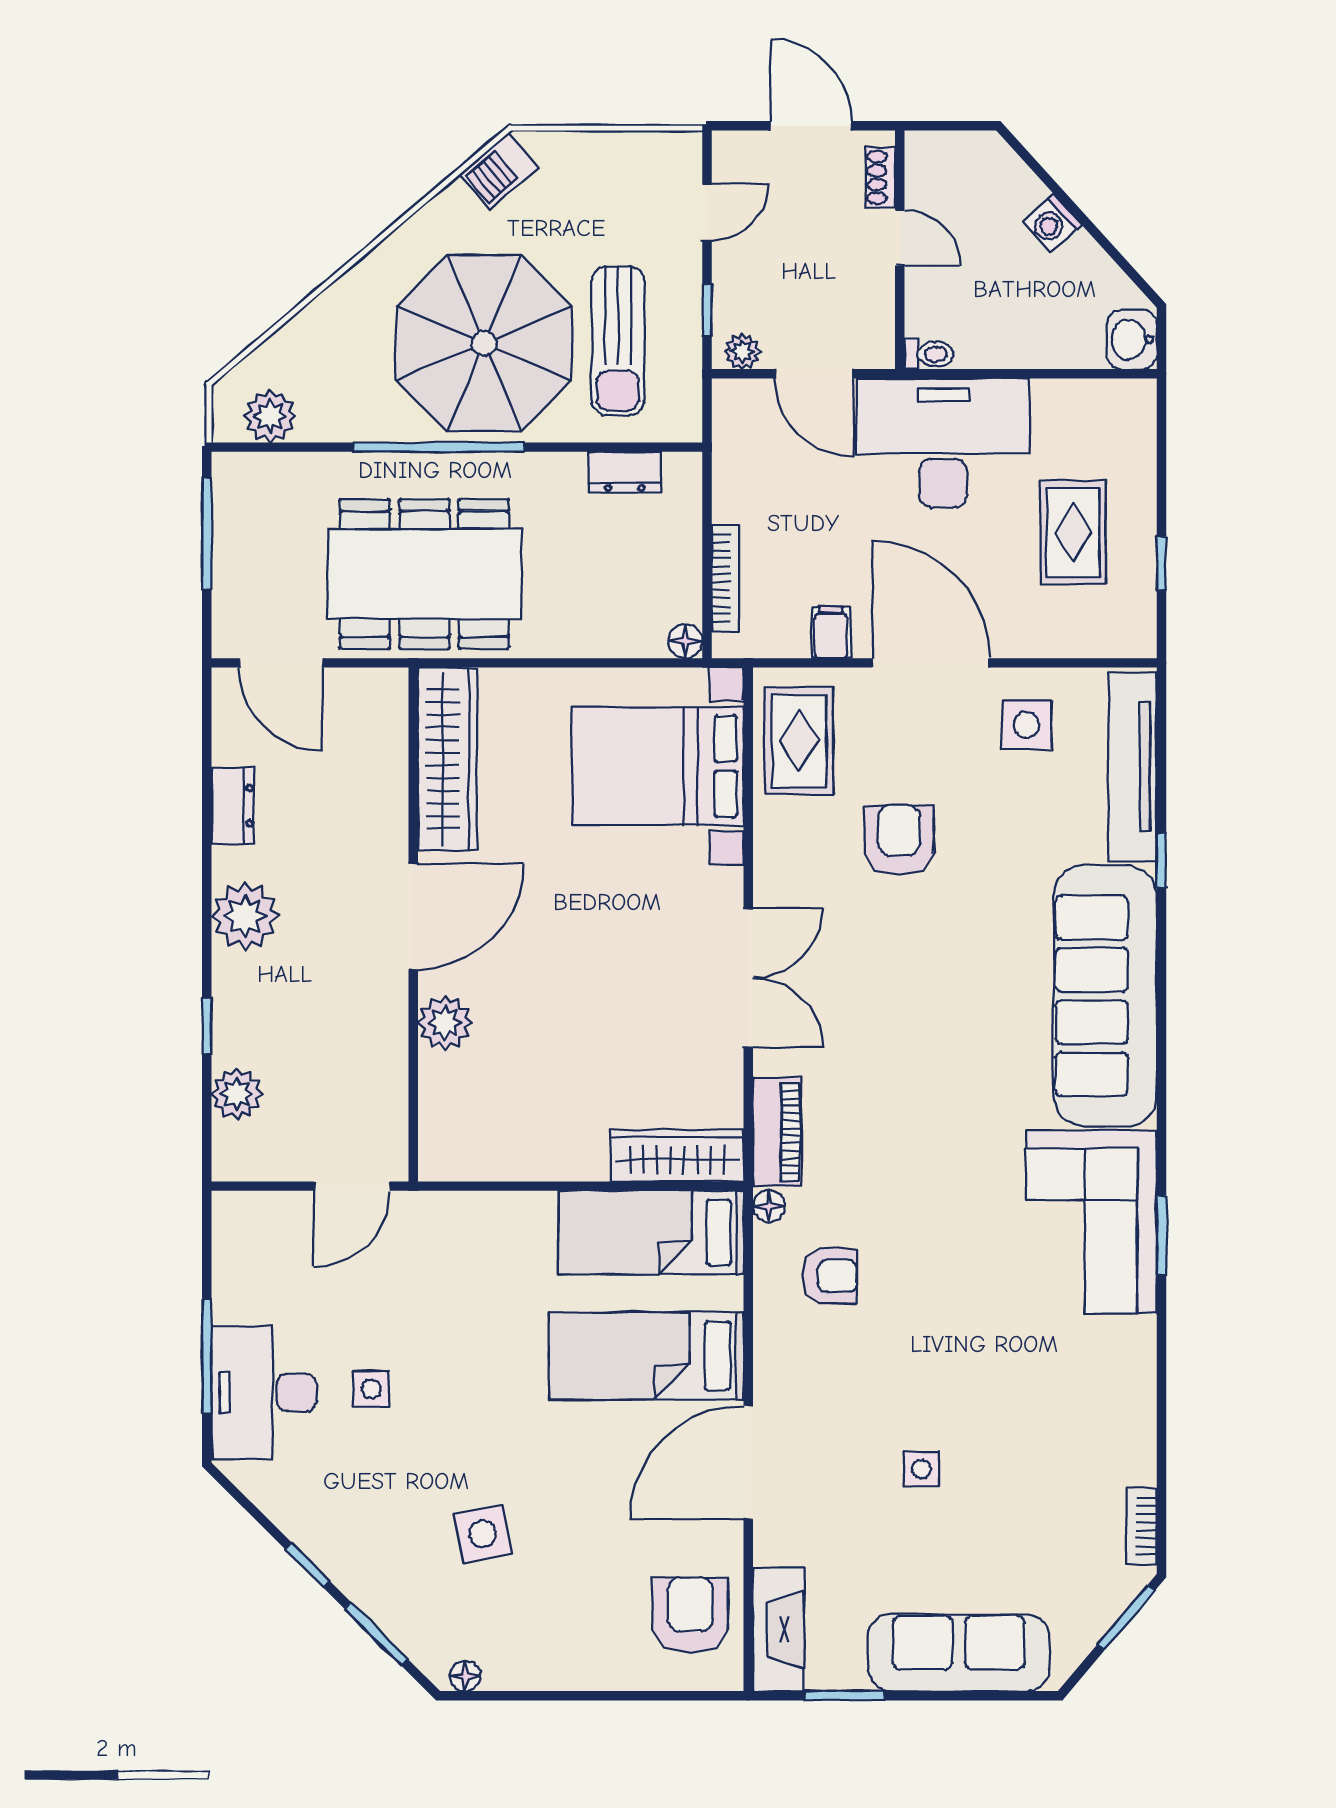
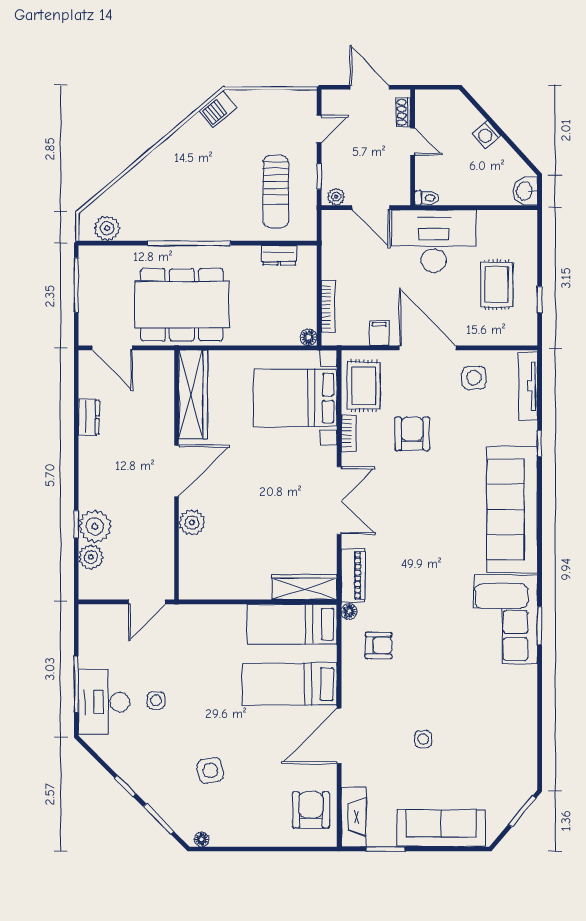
parasol: (484, 343) -> (211, 193), removed
tv unit: (1133, 767) -> (528, 386), width x0.73, depth x0.78
plant: (245, 916) -> (95, 526), moved
bookcase: (1142, 1526) -> (349, 433), moved, turned 180

